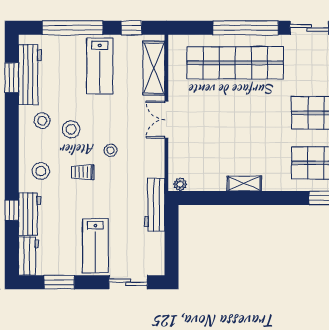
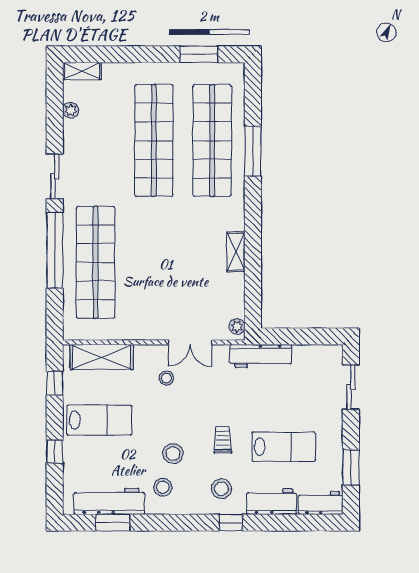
window: (73, 28) -> (55, 452), width x0.32
double door: (166, 120) -> (190, 342), moved
stool: (110, 150) -> (166, 378), moved
trolley: (83, 172) -> (223, 440), turned 180
window: (12, 210) -> (231, 523), moved
lab bench: (95, 246) -> (284, 447), moved

